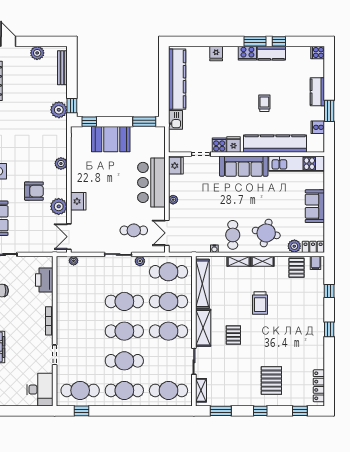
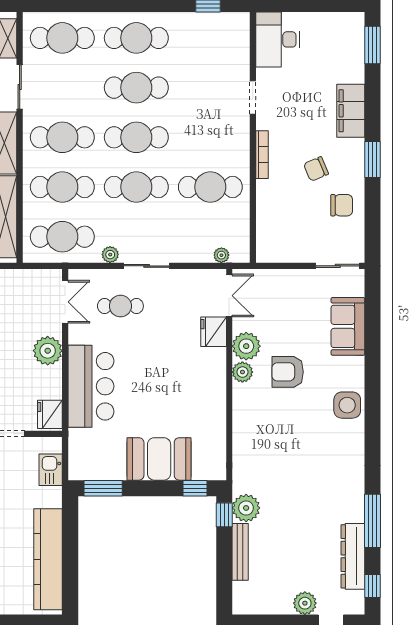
plant: (37, 53) -> (305, 603), moved
bench: (62, 68) -> (240, 552), moved
kitchen sink: (175, 120) -> (51, 470), moved
plant: (61, 164) -> (242, 372), moved
plant: (173, 200) -> (48, 351), width x1.88, depth x1.88
fridge: (78, 201) -> (214, 332), moved
printer: (44, 280) -> (270, 223), removed
chair: (17, 312) -> (316, 169), added
cafe table: (80, 390) -> (210, 187), moved

